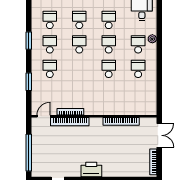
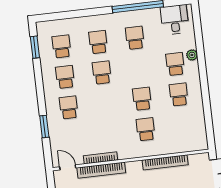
window: (29, 41) -> (35, 47), moved
school desk: (109, 44) -> (146, 129), moved
door: (44, 116) -> (68, 167), hinge flipped

